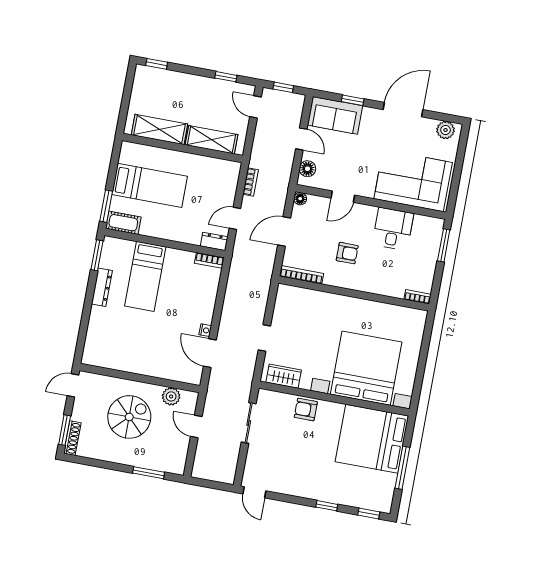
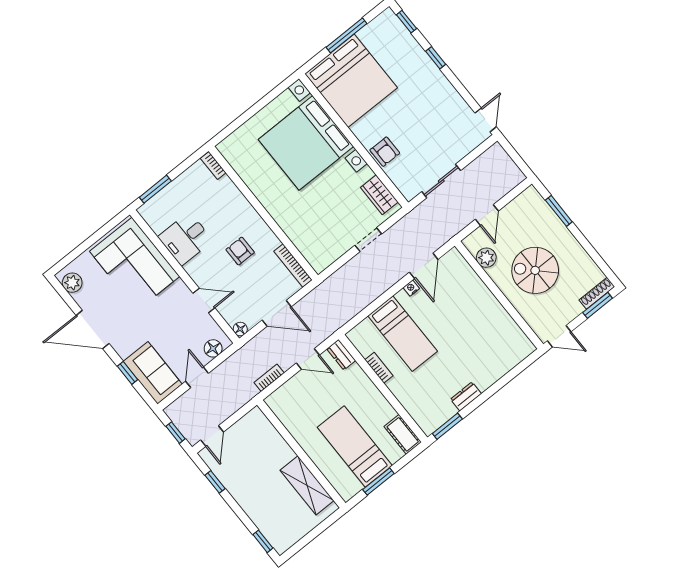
shelving: (211, 140) -> (272, 440), removed
window: (106, 206) -> (378, 481), moved
bookcase: (209, 260) -> (379, 368), moved
bed: (145, 276) -> (403, 334), moved, turned 90
dresser: (102, 287) -> (466, 396), width x0.70

